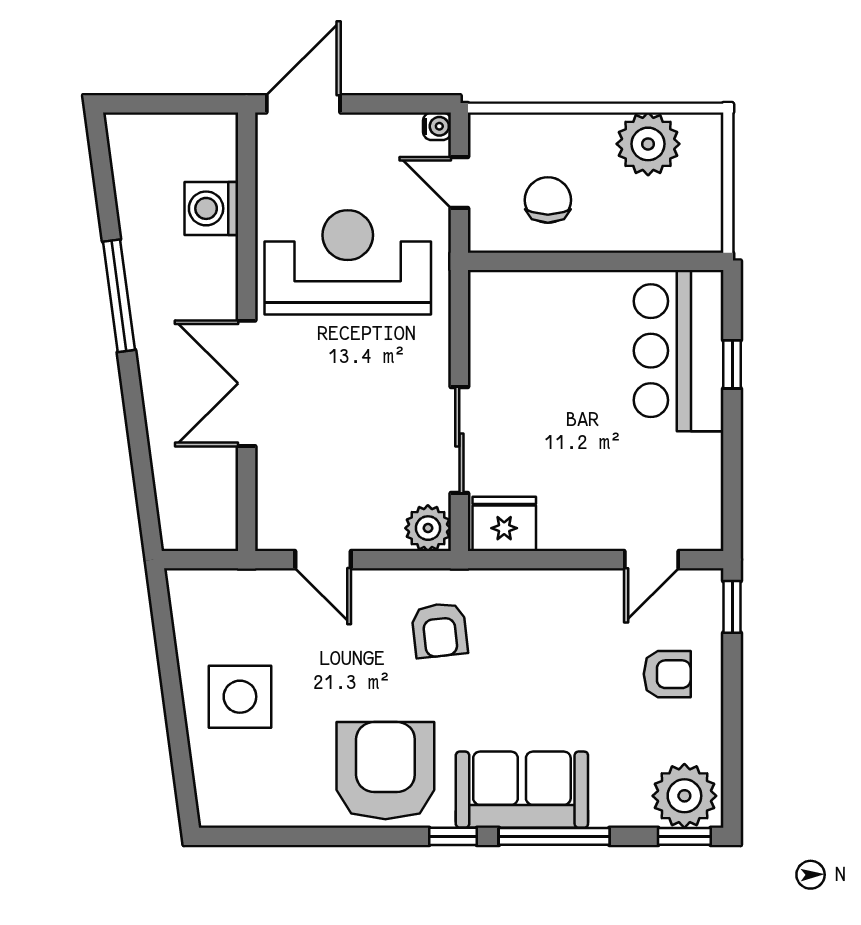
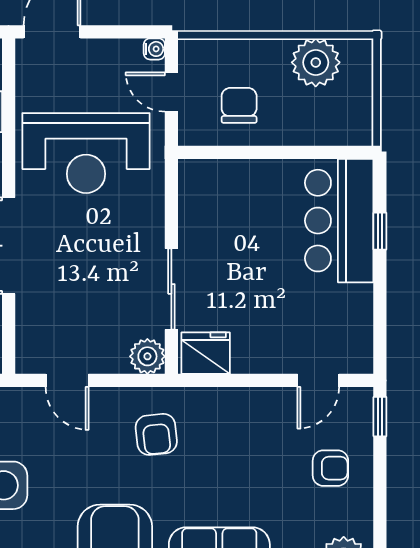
reception desk: (348, 262) -> (86, 153), turned 180

